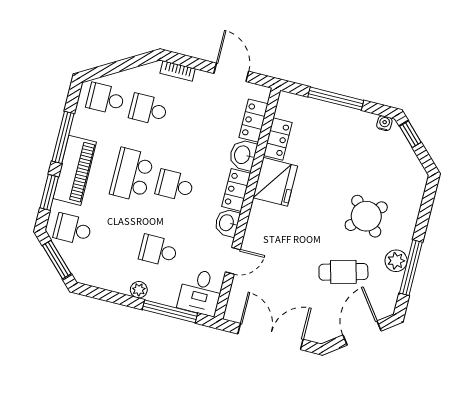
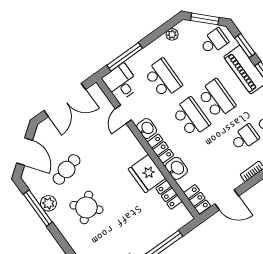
locker: (253, 121) -> (197, 199), moved
school desk: (175, 185) -> (191, 117), width x1.85
school desk: (158, 251) -> (163, 78), width x1.85
plant: (139, 290) -> (172, 34), moved

